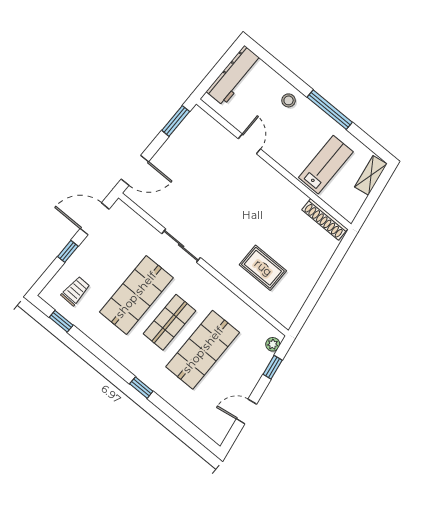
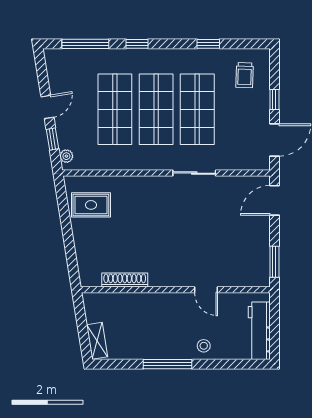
lab bench: (326, 165) -> (137, 321), removed
shoe rack: (325, 219) -> (125, 280), moved
rug: (263, 268) -> (91, 205), moved
window: (61, 321) -> (208, 44), moved
shop shelf: (170, 322) -> (156, 109), width x1.43, depth x1.36
door: (246, 412) -> (47, 107), moved
window: (183, 422) -> (85, 44), added

